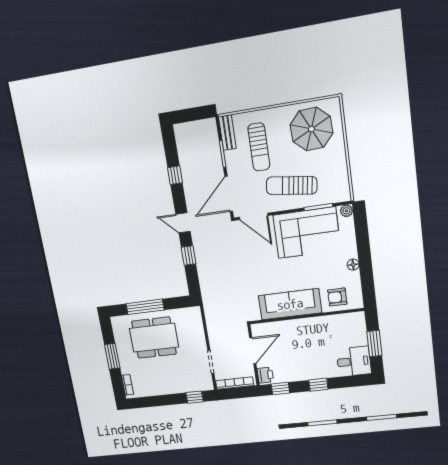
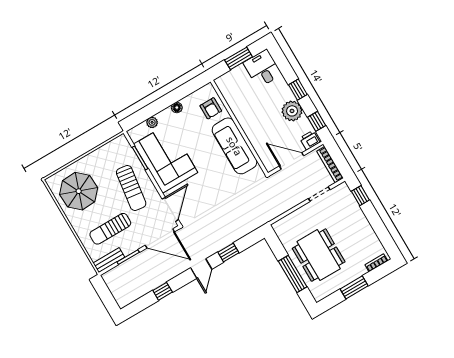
sun lounger: (259, 147) -> (110, 229), turned 180
plant: (346, 211) -> (152, 122), moved
plant: (300, 371) -> (292, 111), added

